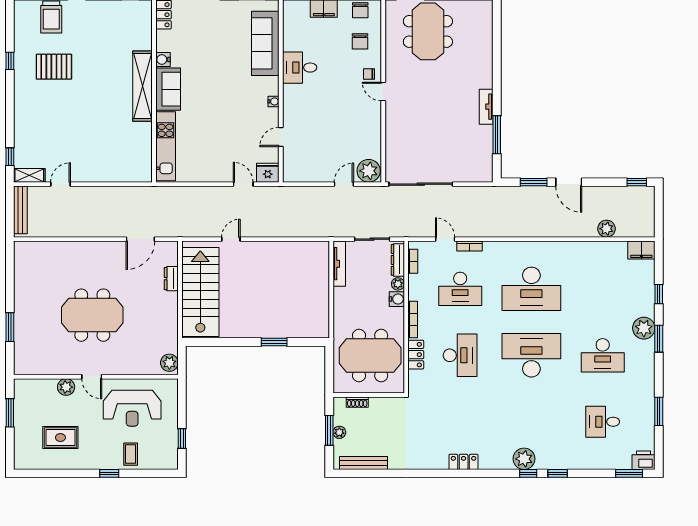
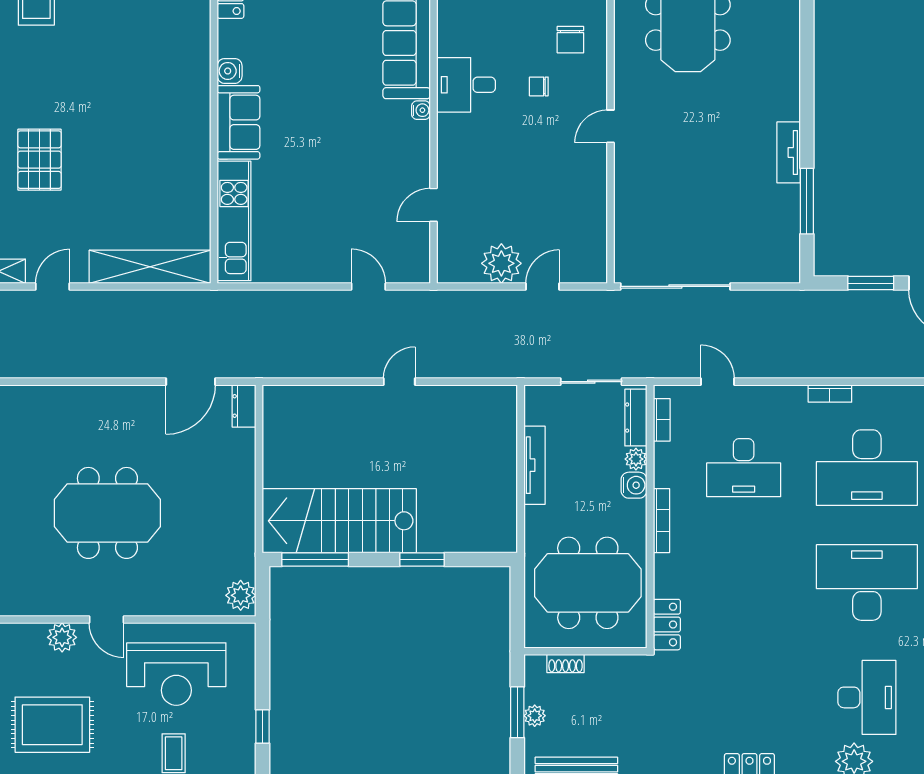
pallet: (54, 67) -> (39, 160), moved, turned 90
chair: (369, 74) -> (539, 86), moved
shelving: (143, 86) -> (150, 267), moved, turned 90
door: (383, 92) -> (611, 126), hinge flipped
water cooler: (274, 101) -> (421, 110), moved
plant: (369, 171) -> (501, 263), moved
fridge: (268, 173) -> (411, 267), removed
door: (231, 239) -> (399, 382), moved
bookcase: (470, 246) -> (830, 394), moved
tv unit: (339, 264) -> (534, 465), moved
dresser: (171, 279) -> (244, 406), moved
stairs: (200, 292) -> (339, 521), moved, turned -90
window: (212, 342) -> (315, 560), added
locker: (416, 355) -> (667, 625), moved
desk: (460, 355) -> (867, 697), moved
rug: (60, 438) -> (52, 725), width x1.36, depth x1.43

